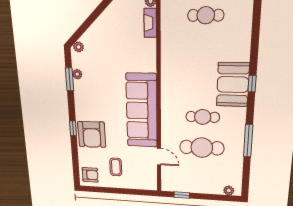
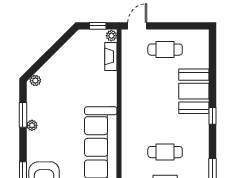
plant: (77, 74) -> (32, 125), moved
booth: (233, 85) -> (194, 91), moved

